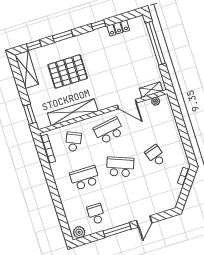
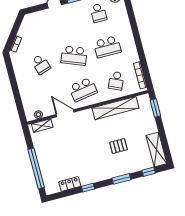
pallet: (68, 71) -> (119, 146), width x0.49, depth x0.50

